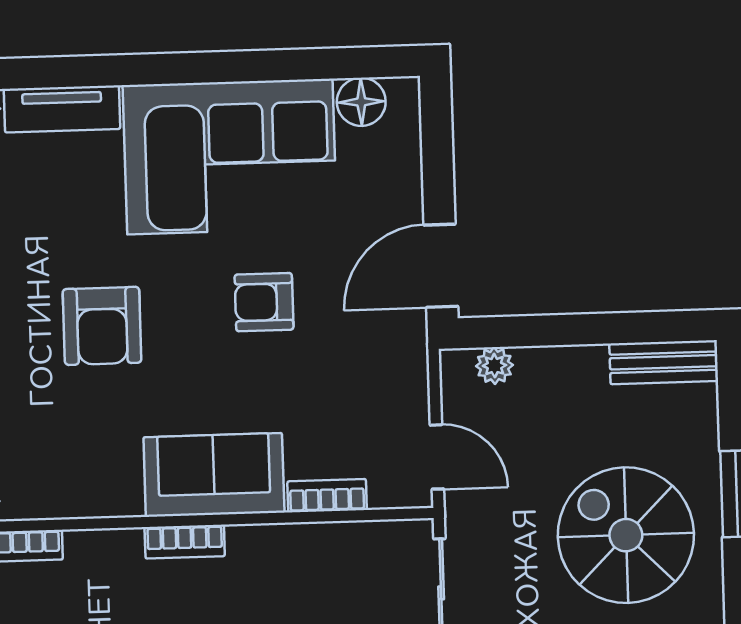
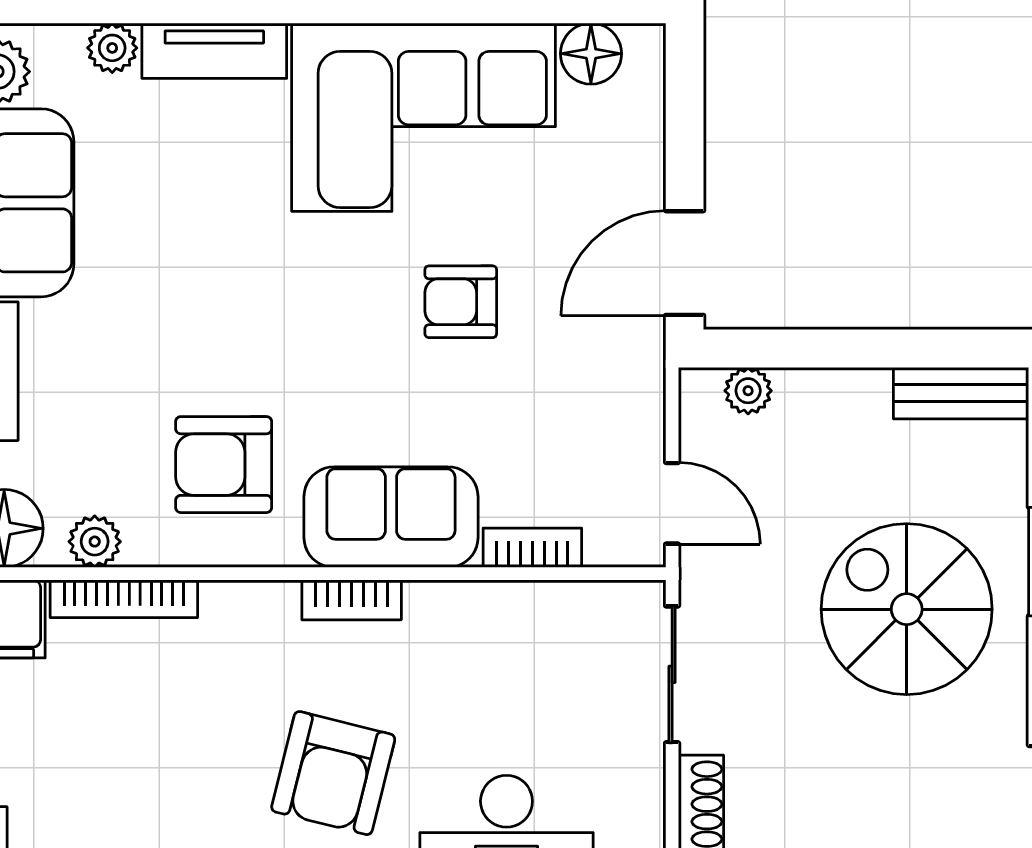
armchair: (102, 326) -> (224, 465), moved, turned 90

